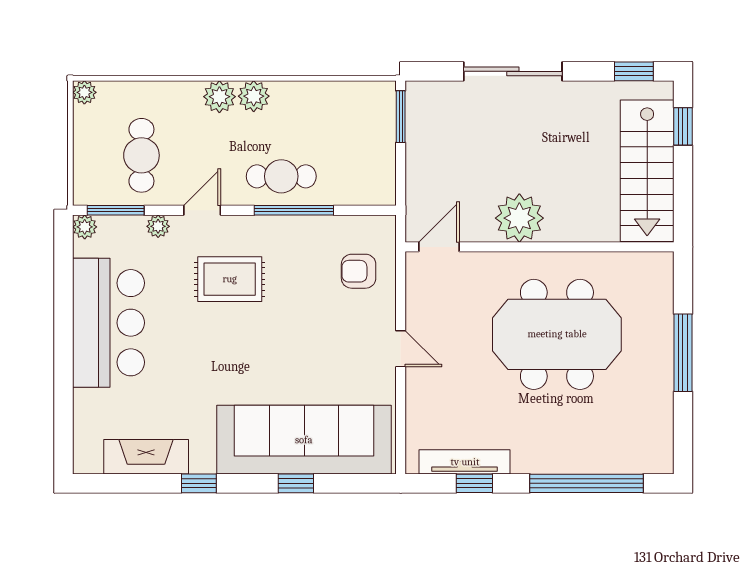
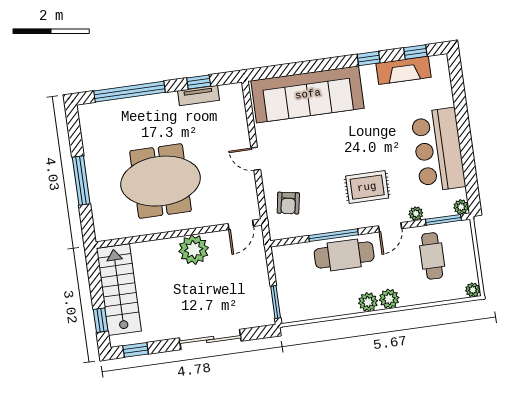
cafe table: (281, 176) -> (344, 255), width x1.37, depth x1.35
armchair: (359, 271) -> (288, 203), turned 100
tv unit: (465, 462) -> (198, 96), width x0.71
window: (296, 483) -> (415, 52), moved

